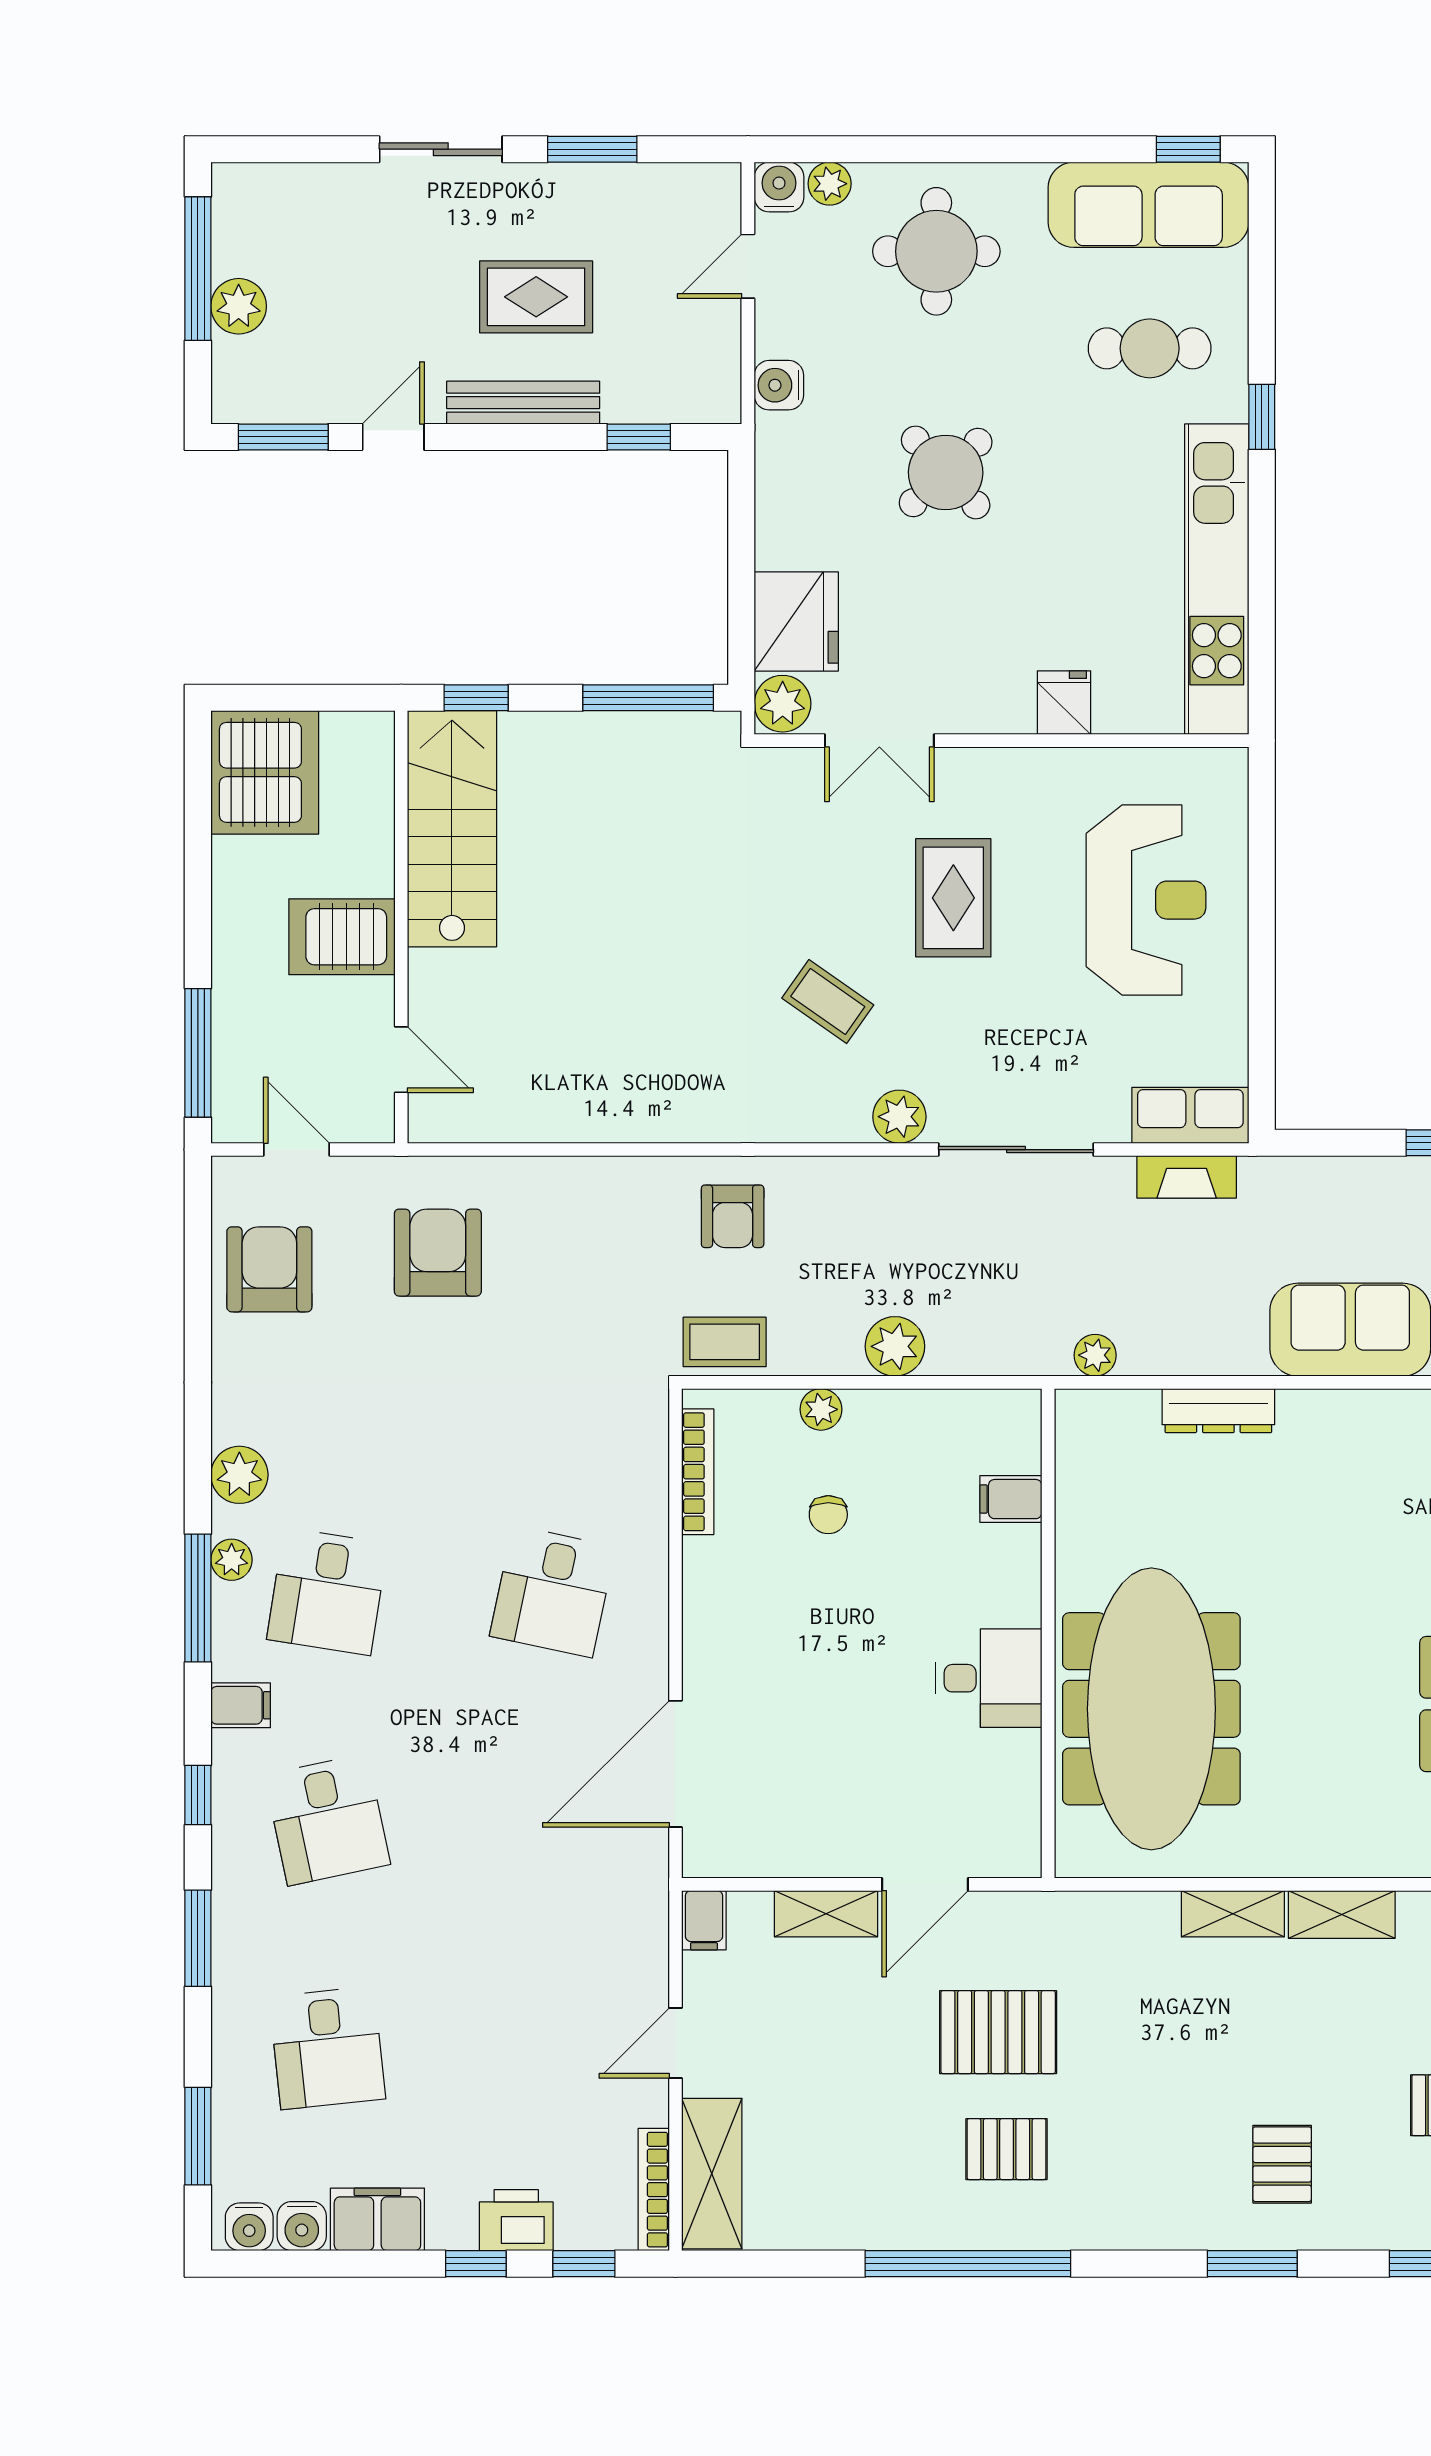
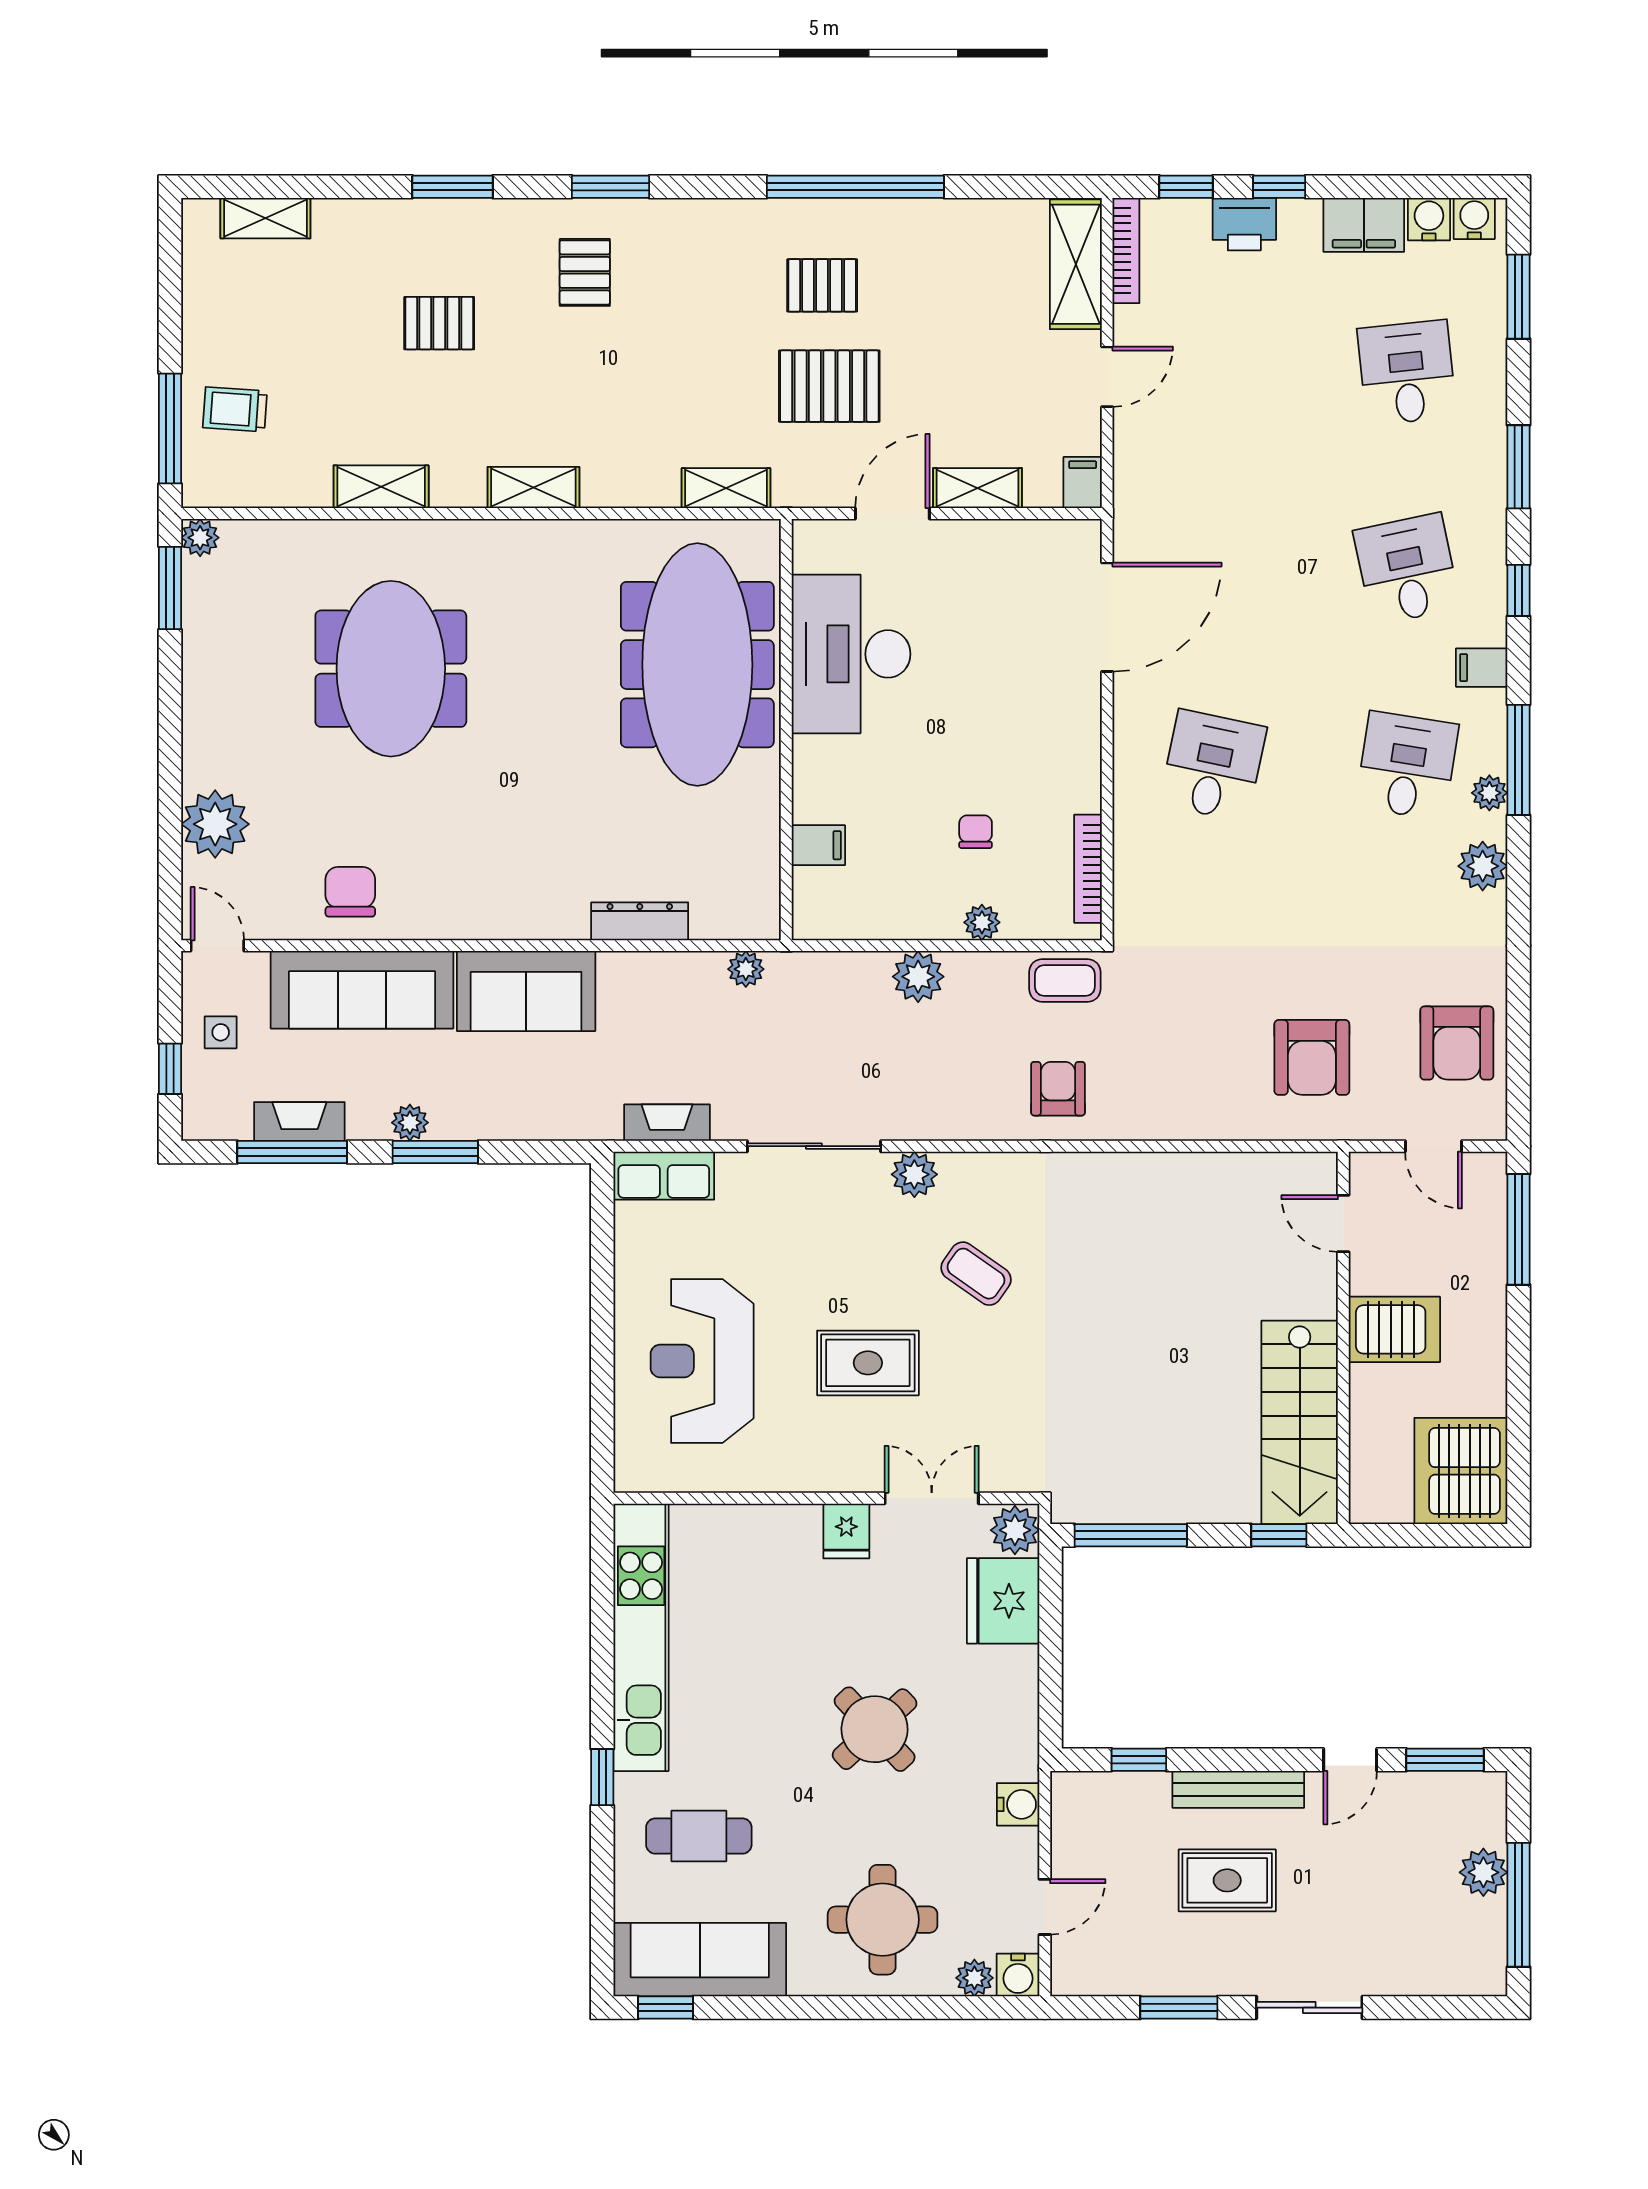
fridge: (1064, 703) -> (846, 1531), moved
rug: (953, 898) -> (868, 1363), turned 90
desk: (989, 1678) -> (851, 654), width x1.87, depth x1.30
shelving: (1233, 1914) -> (726, 488), moved

